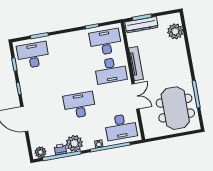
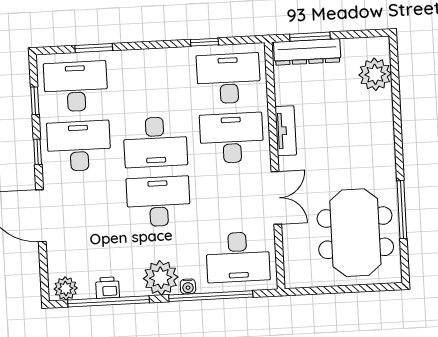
tv unit: (136, 64) -> (286, 131), width x0.71
desk: (111, 70) -> (232, 138), turned 180
desk: (74, 77) -> (155, 142), added
desk: (38, 83) -> (79, 146), added
plant: (74, 143) -> (161, 278), moved

